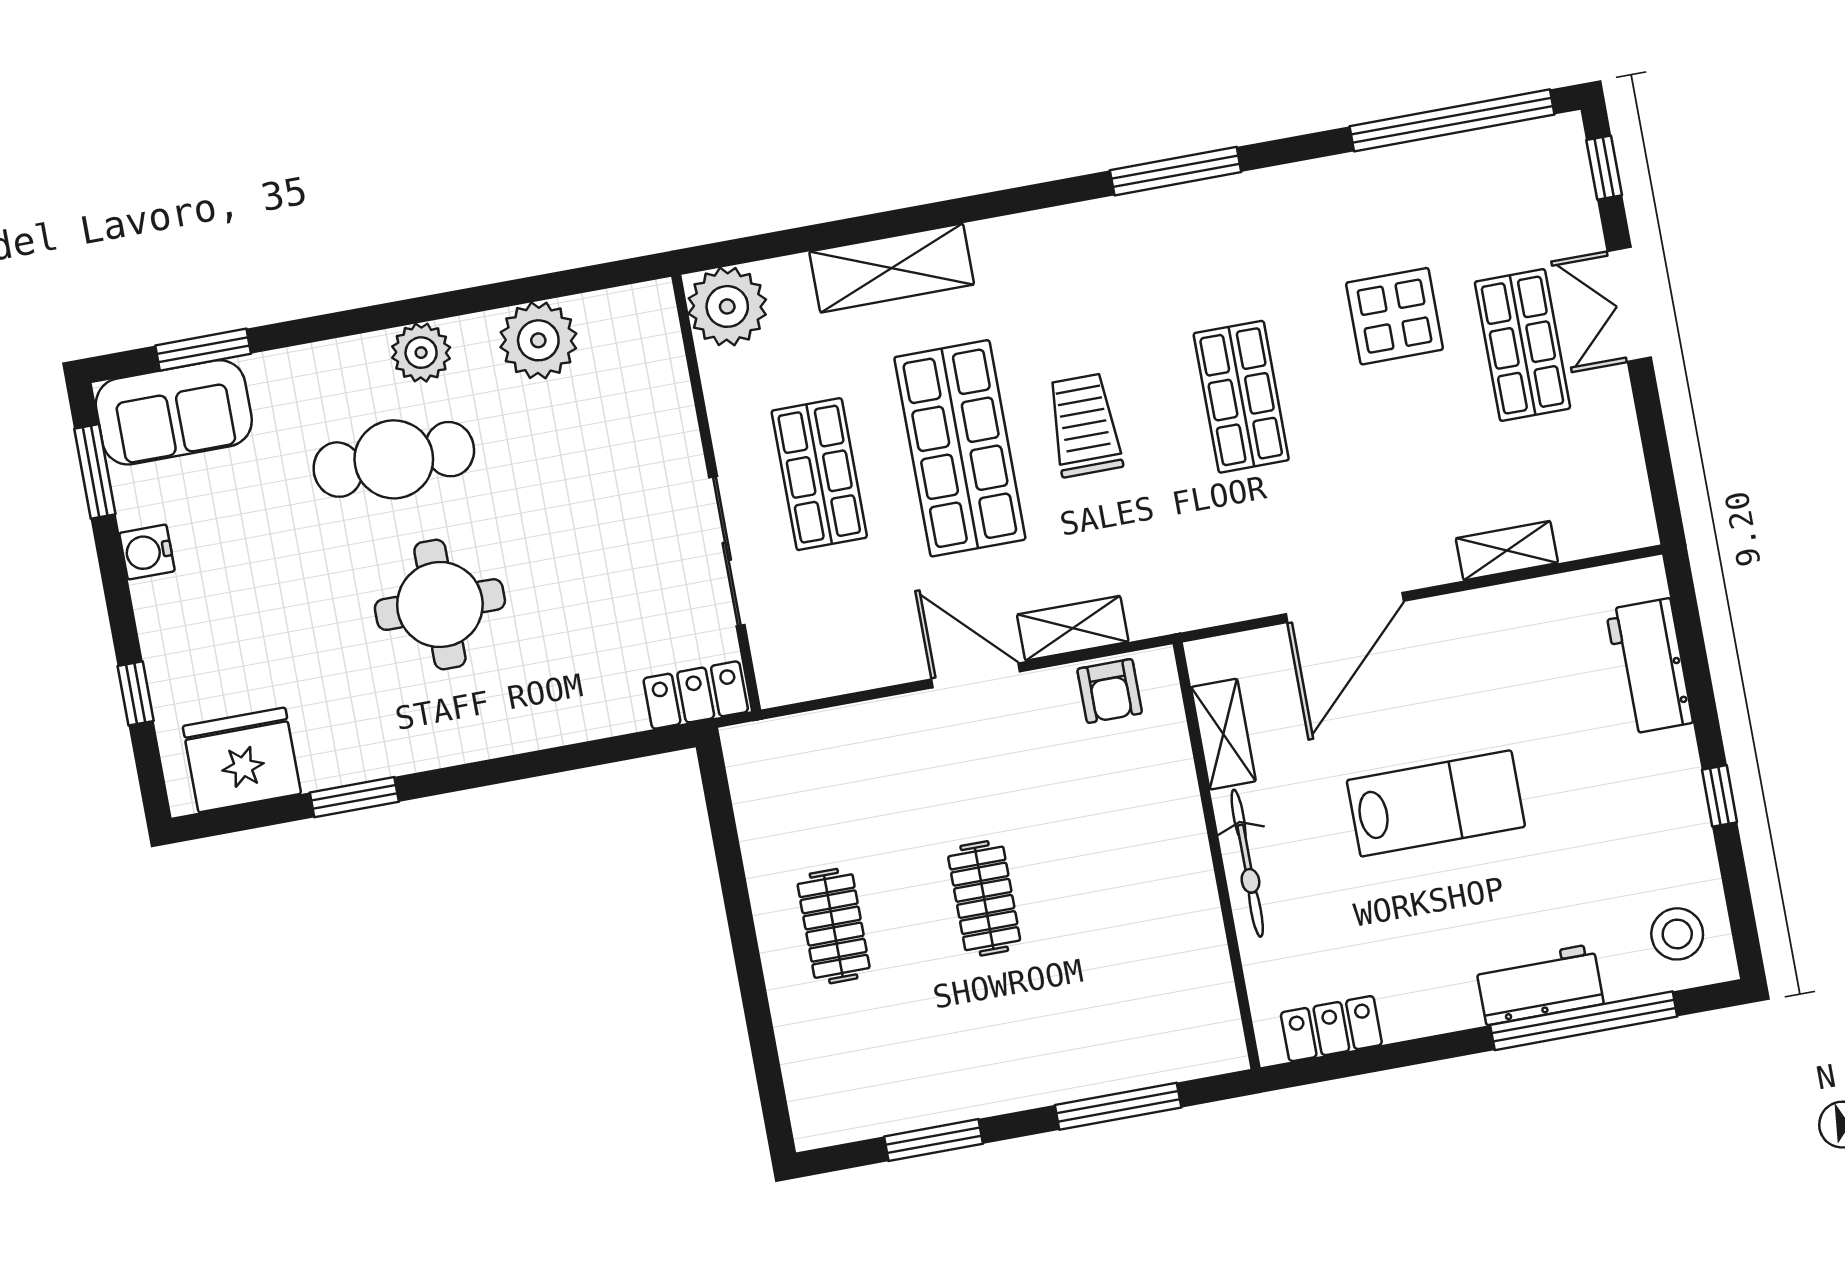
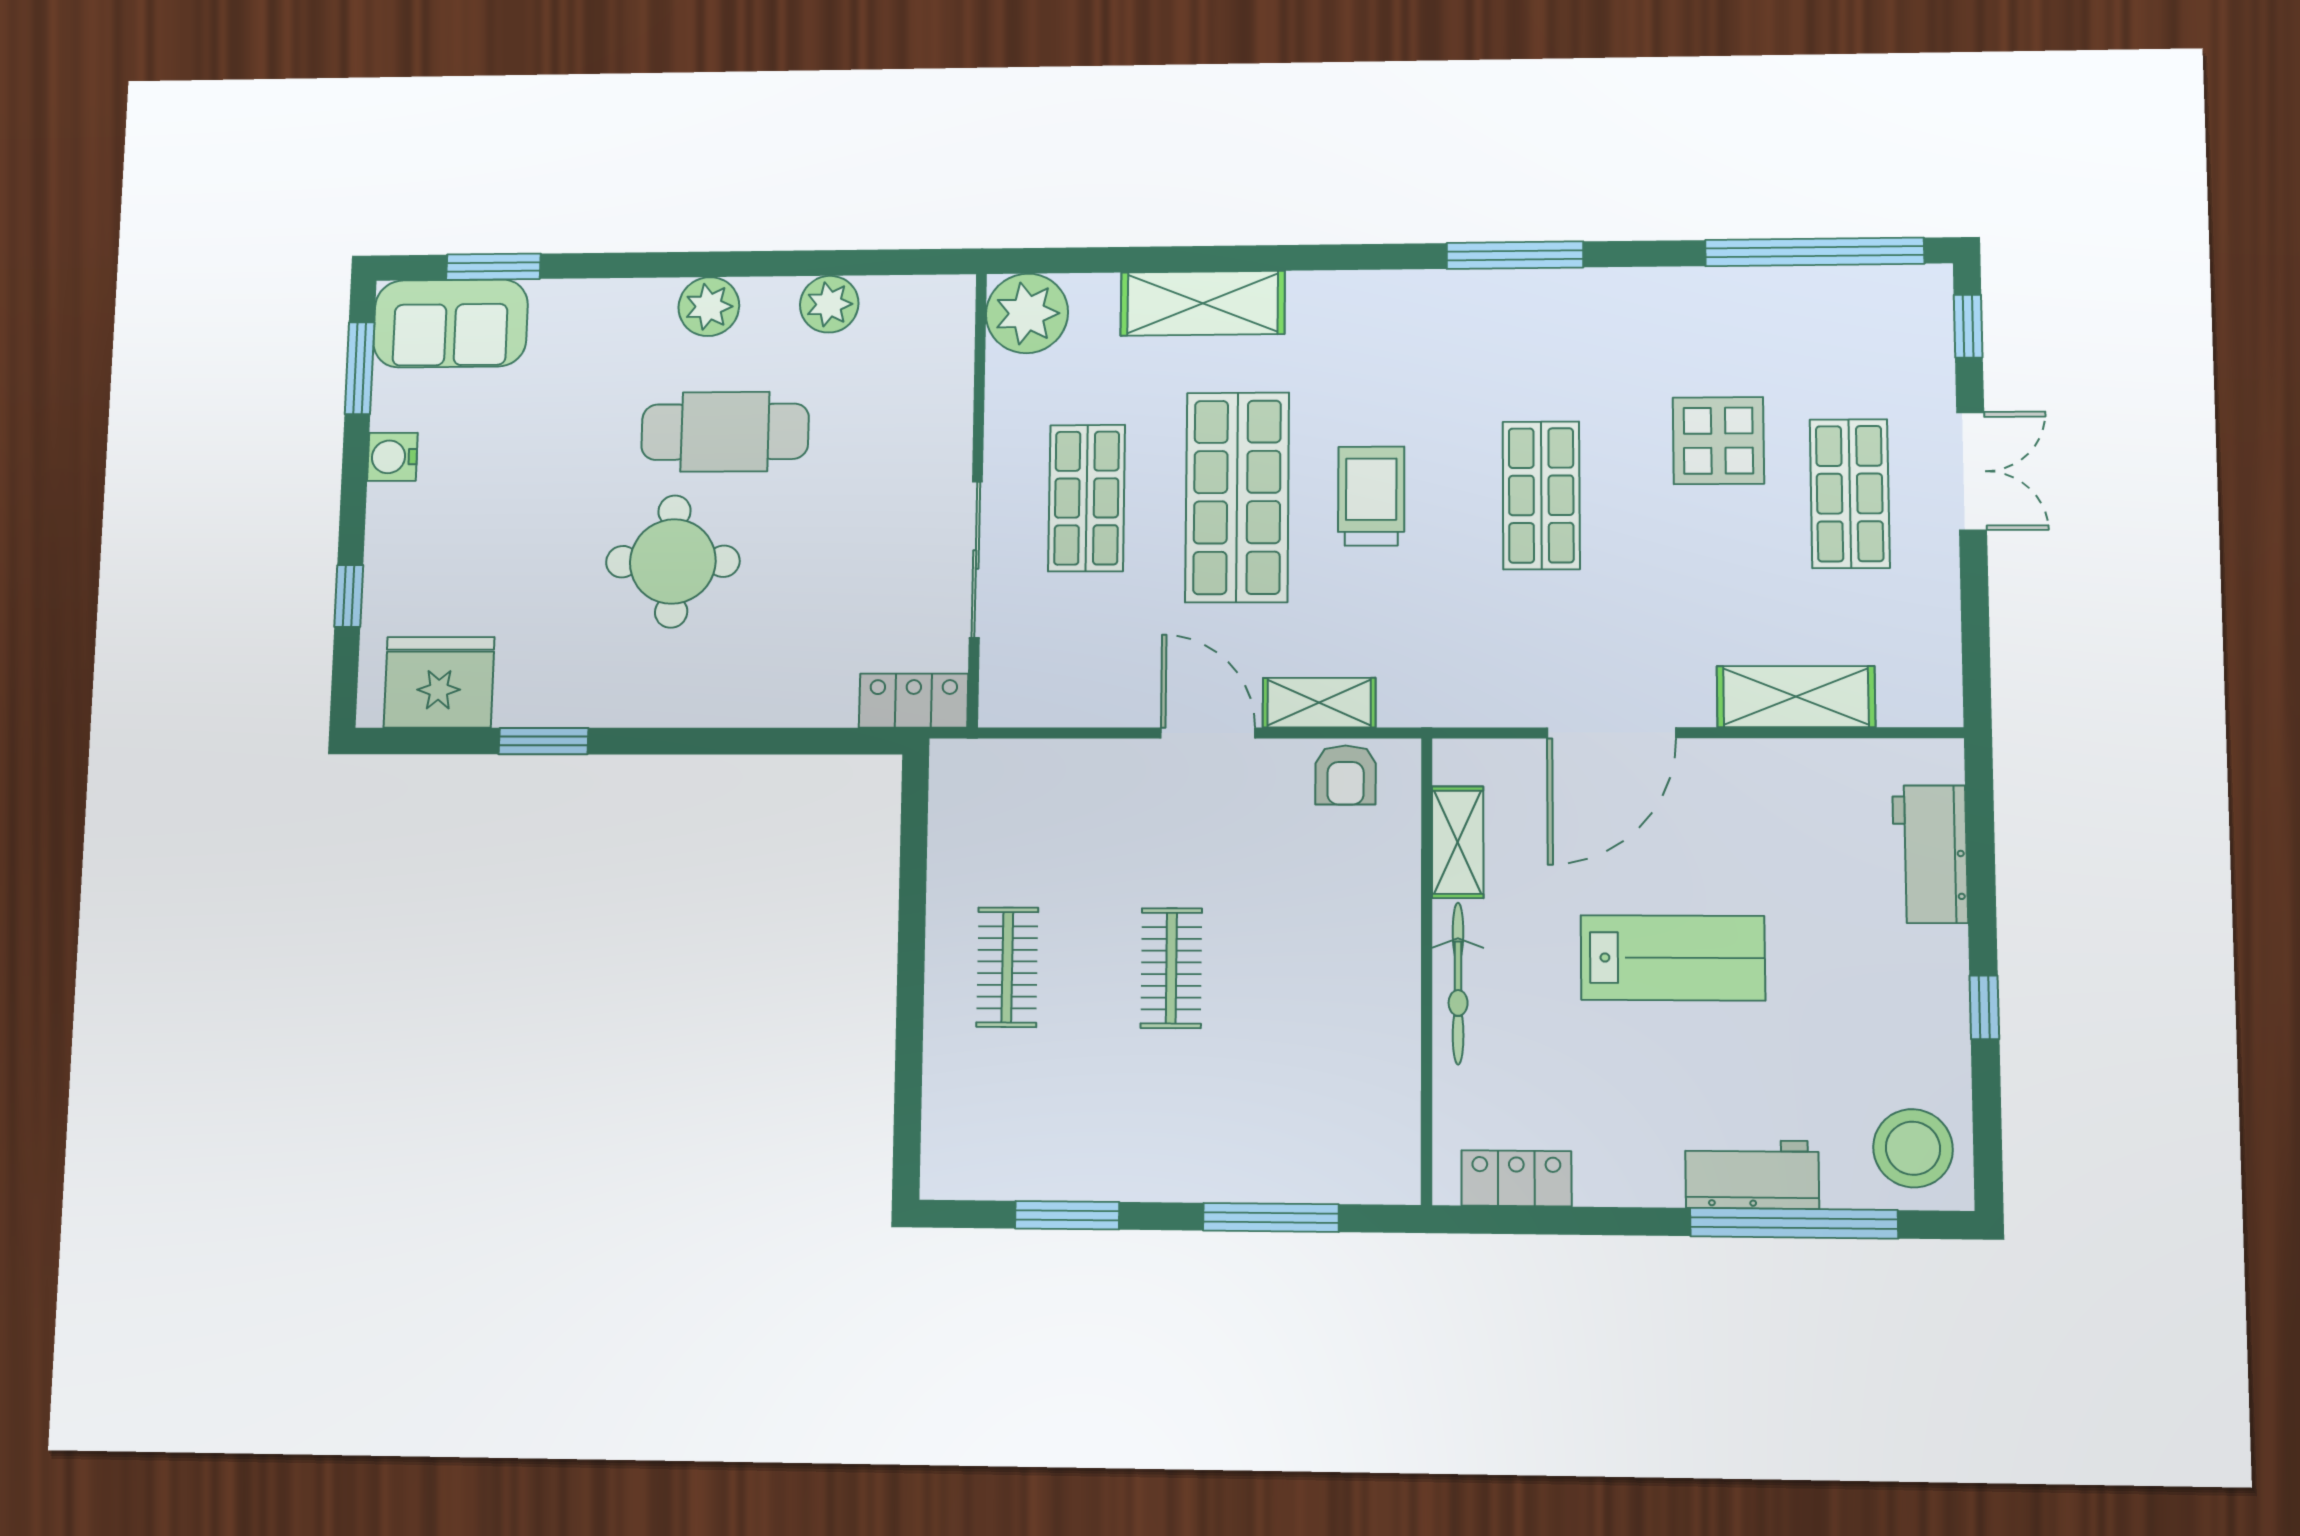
double door: (1629, 304) -> (1972, 471), swing flipped
plant: (538, 340) -> (829, 304), width x0.73, depth x0.73
cafe table: (394, 459) -> (725, 432), moved
shelving: (1507, 551) -> (1796, 697), width x1.50, depth x1.33
stool: (1677, 934) -> (1913, 1148), width x1.38, depth x1.38

